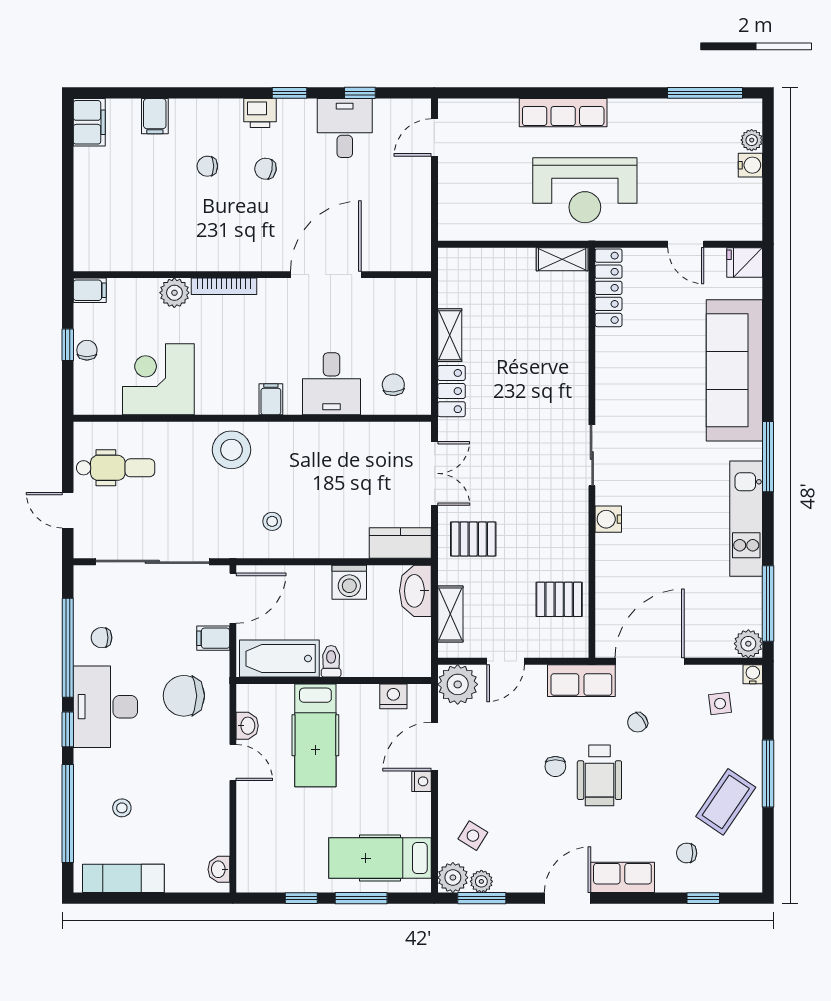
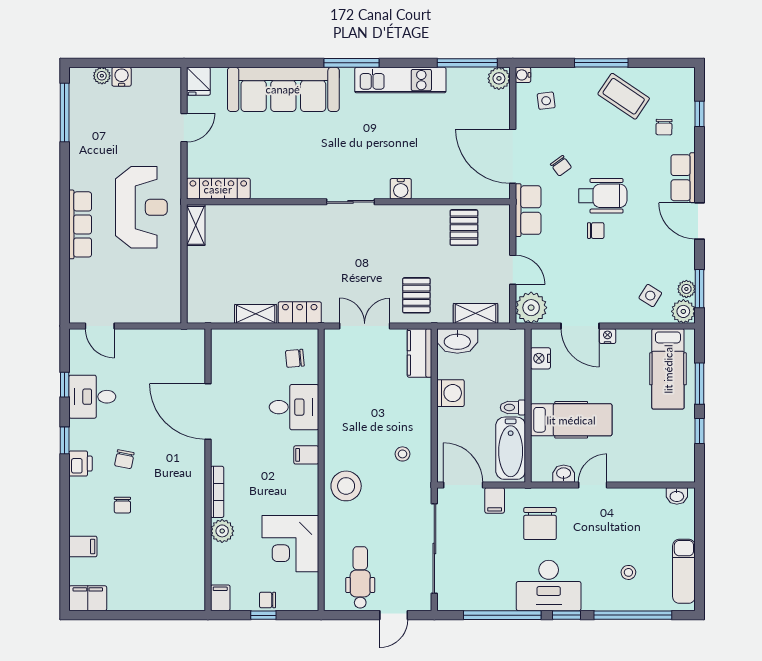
chair: (102, 638) -> (494, 588), removed

